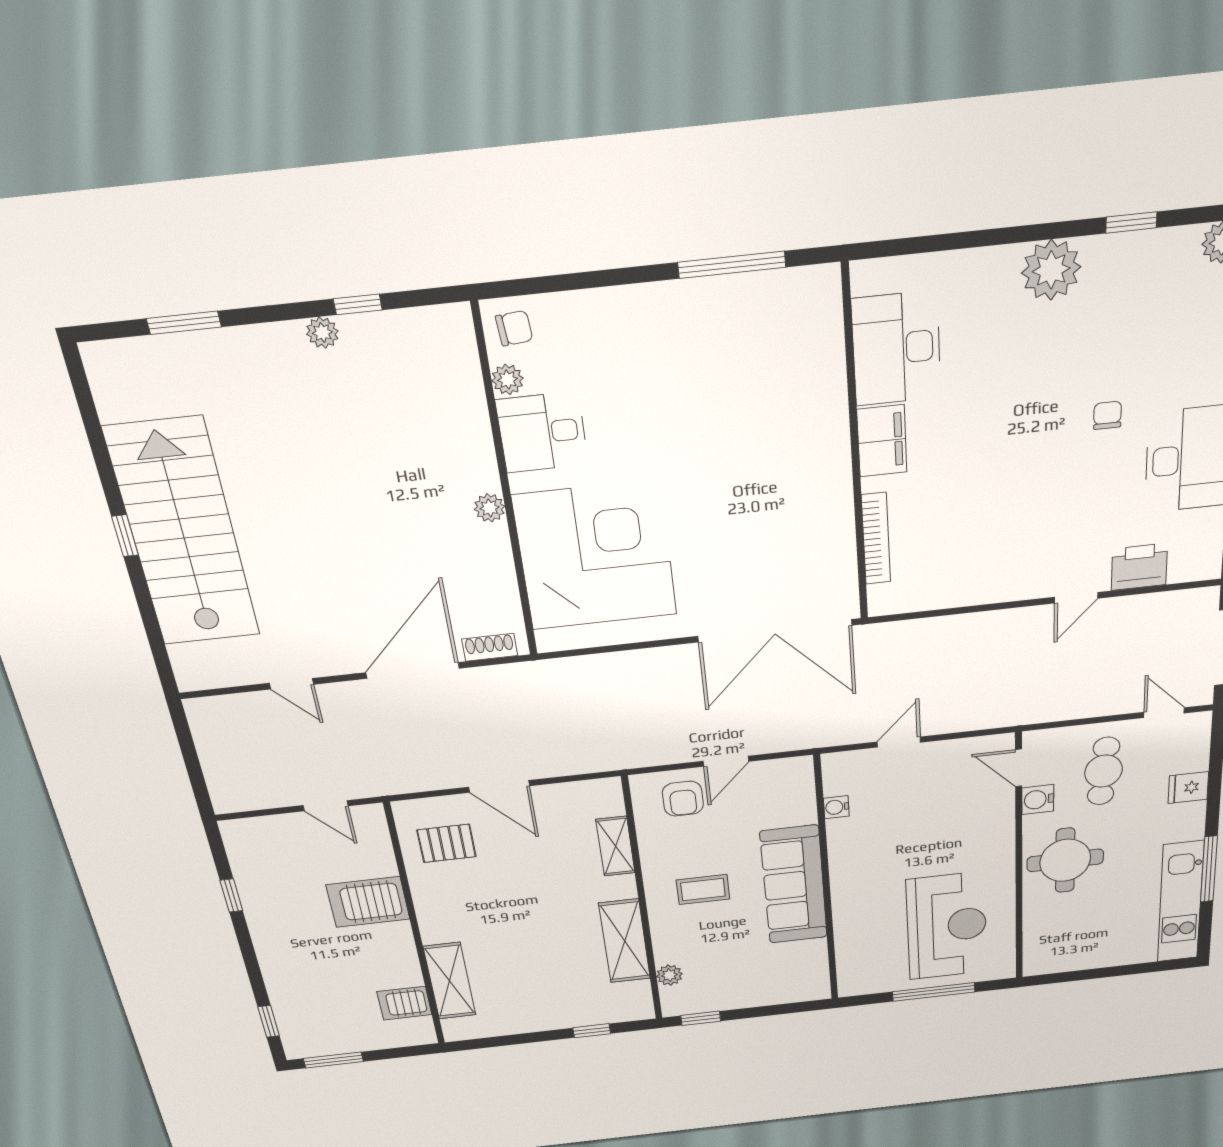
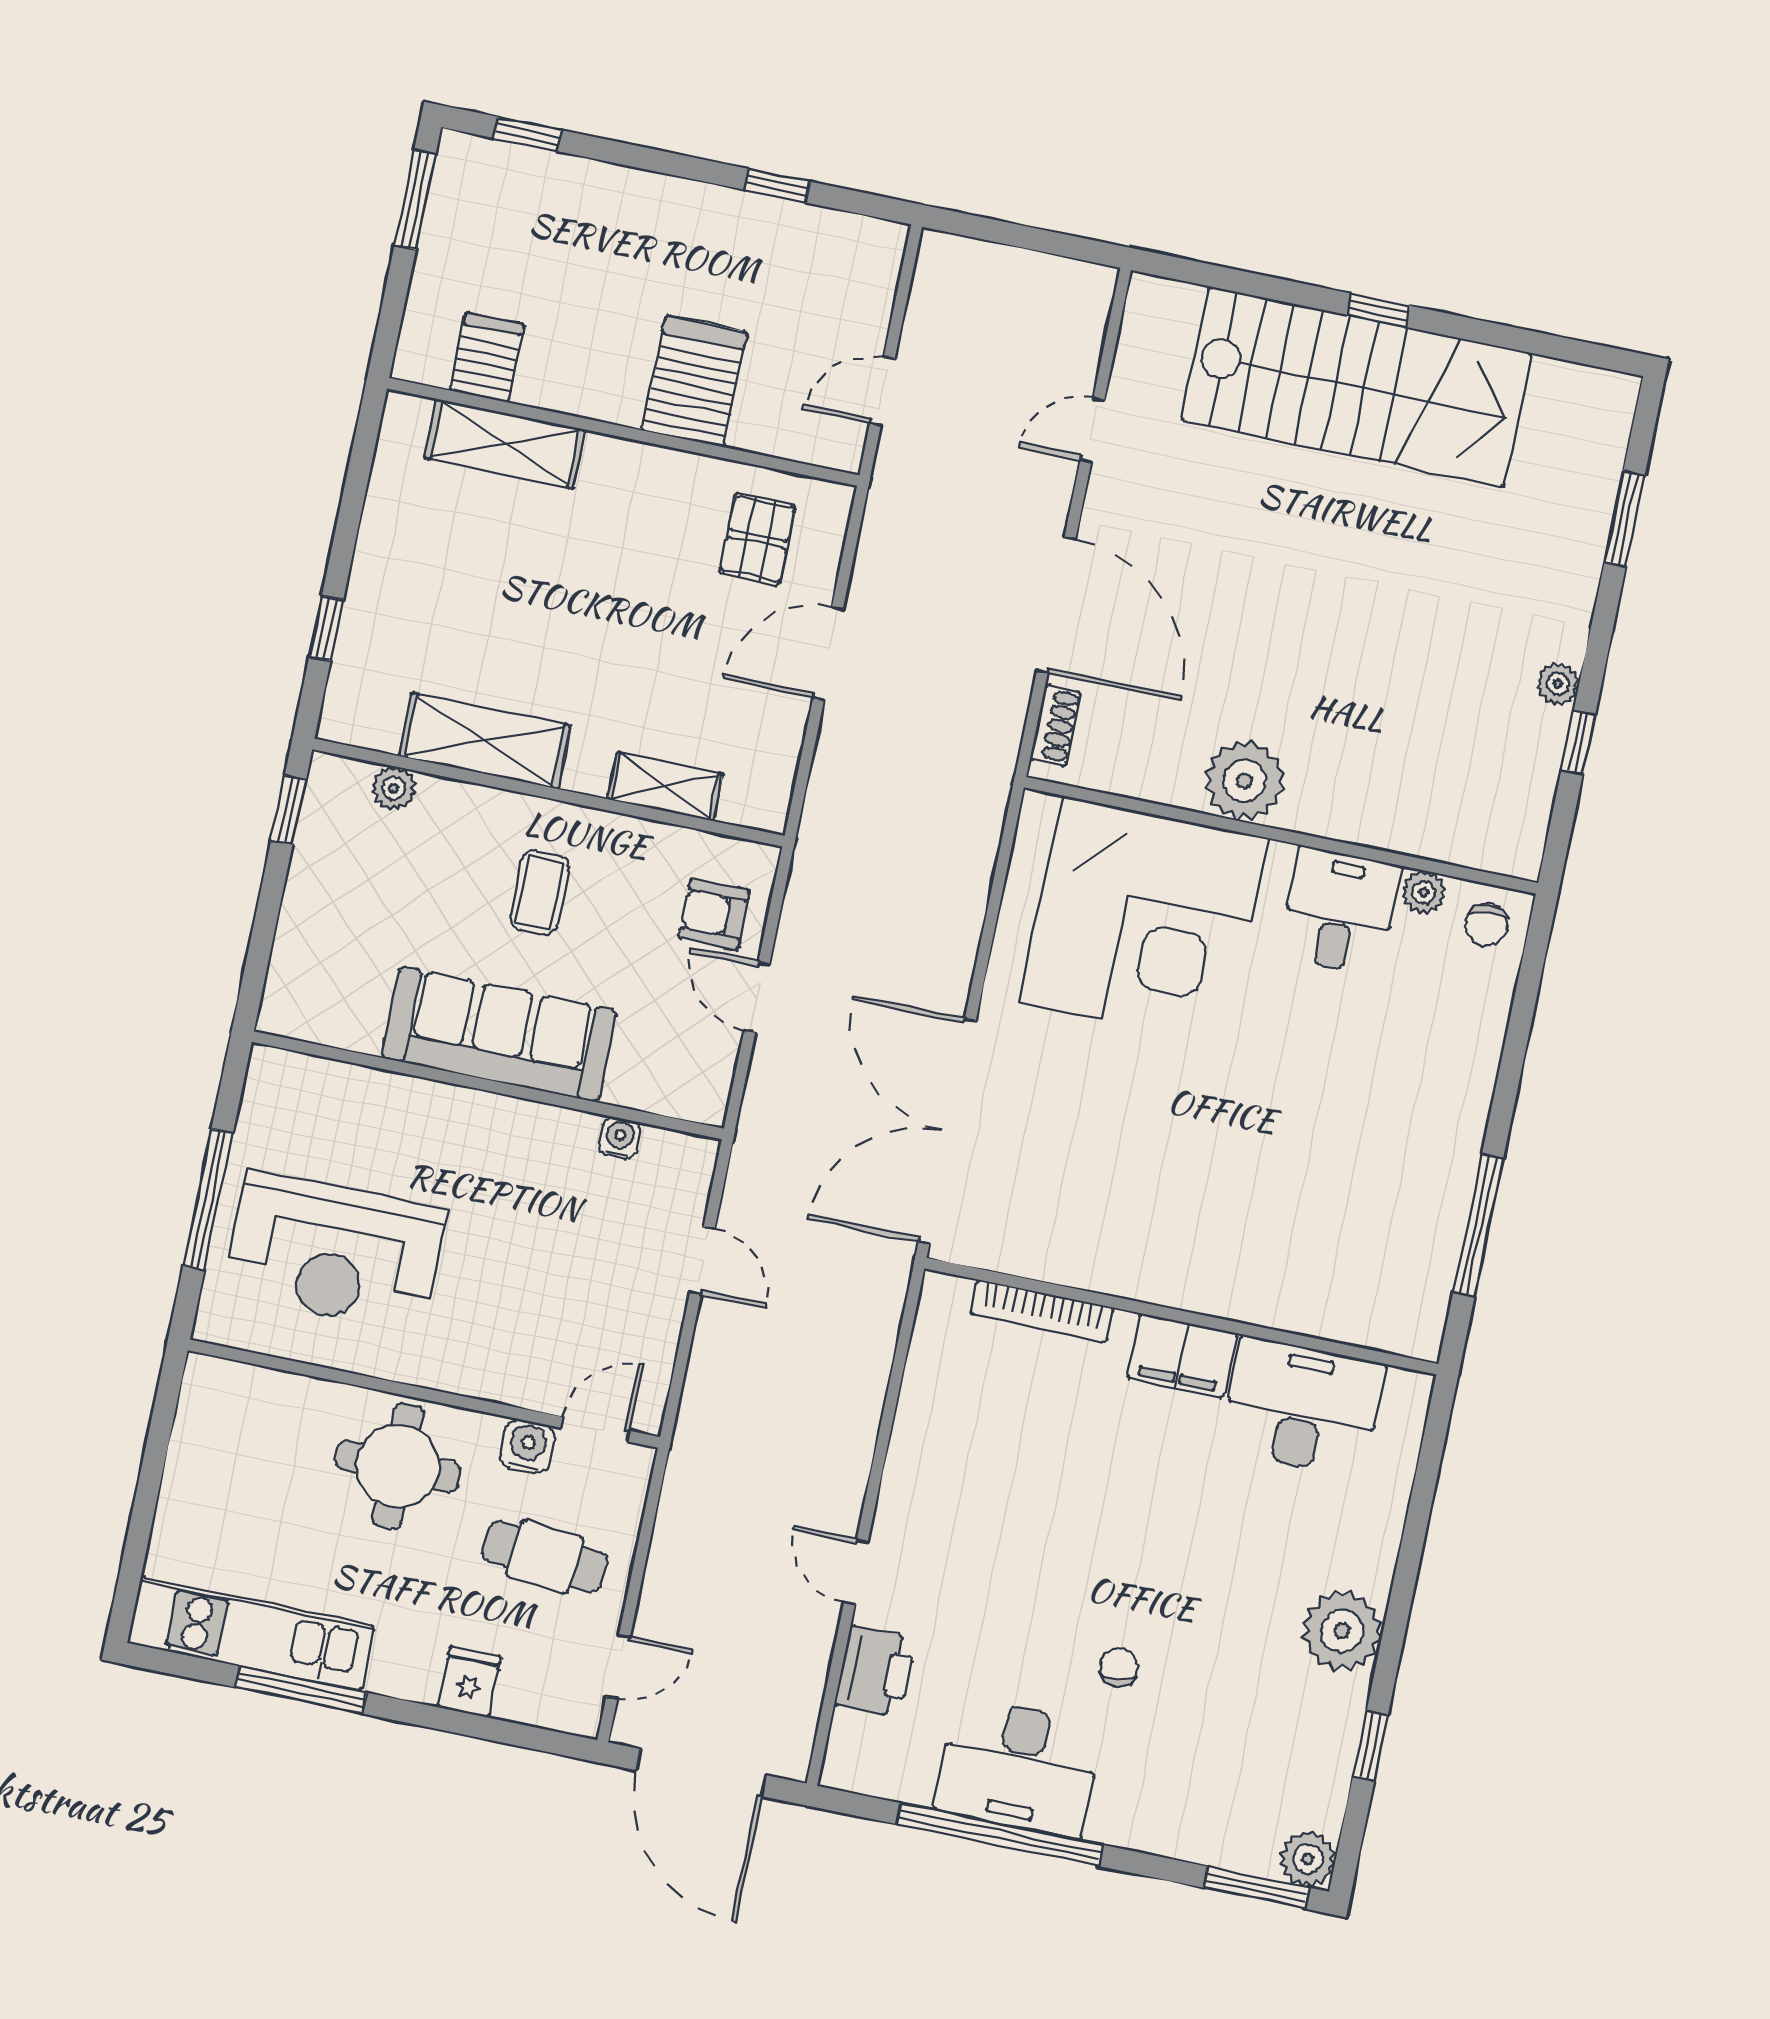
chair: (1107, 415) -> (1119, 1668), turned -96
plant: (490, 508) -> (1244, 781), width x1.88, depth x1.88

